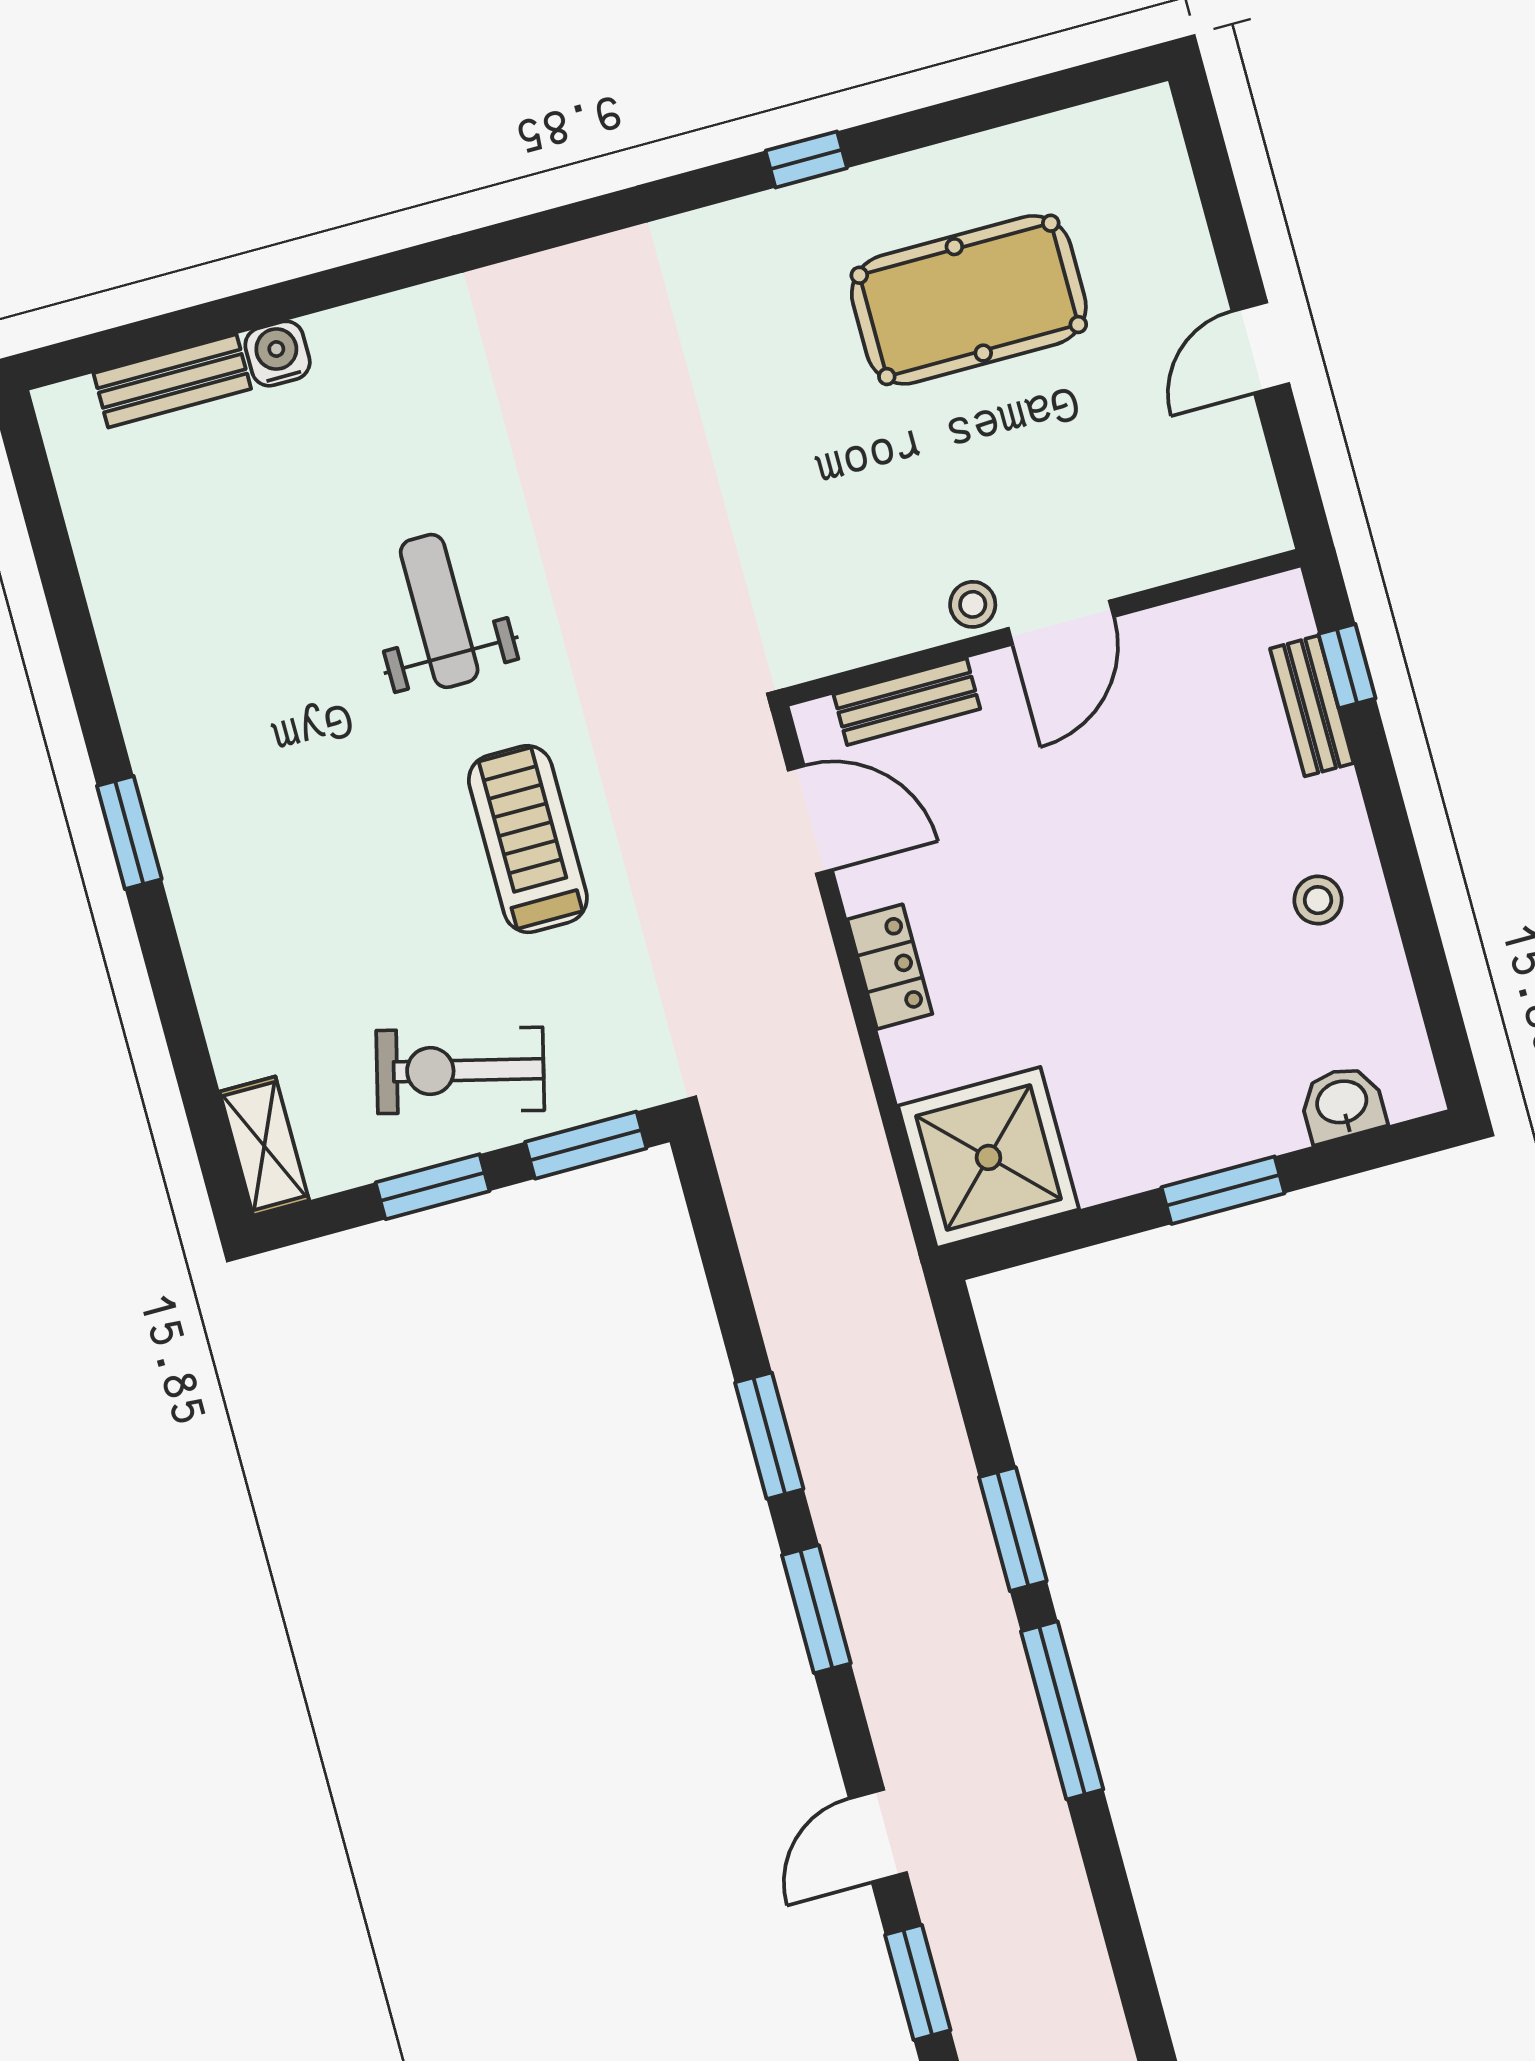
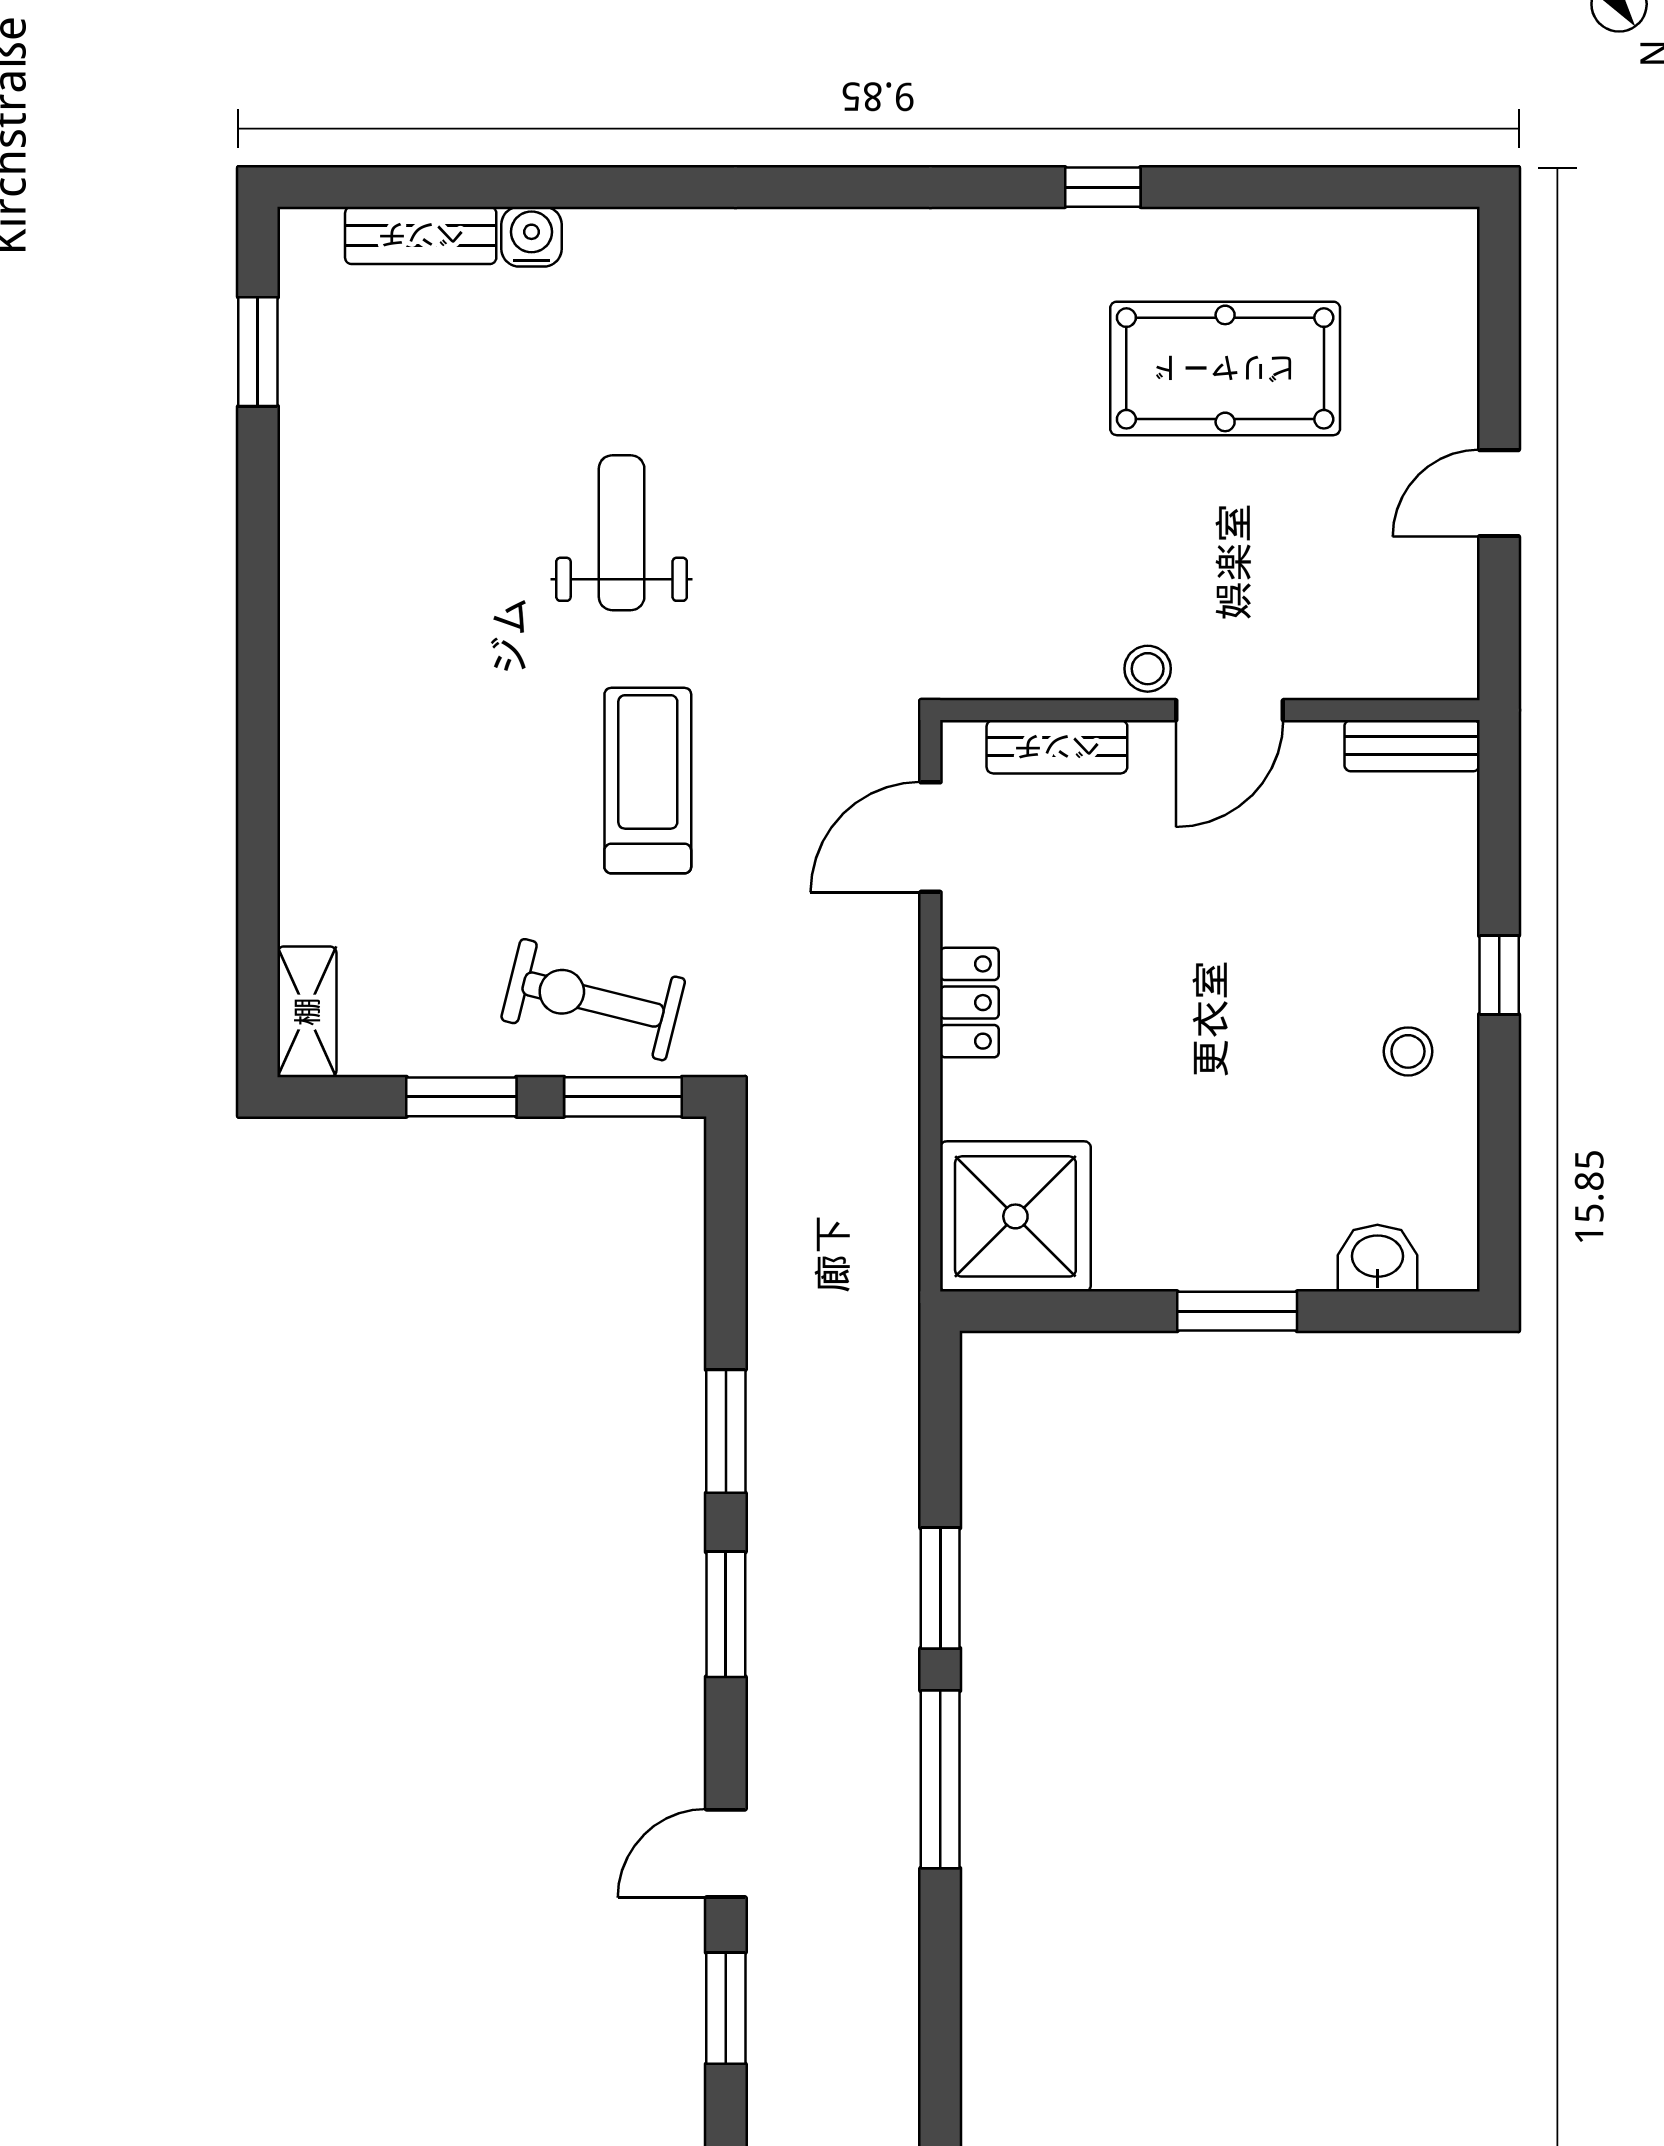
window: (1347, 666) -> (1499, 975), moved
bench: (1312, 706) -> (1412, 746), moved, turned 90
door: (810, 820) -> (930, 837), swing flipped
window: (129, 833) -> (258, 352), moved
exercise bike: (460, 1070) -> (593, 1000), moved

